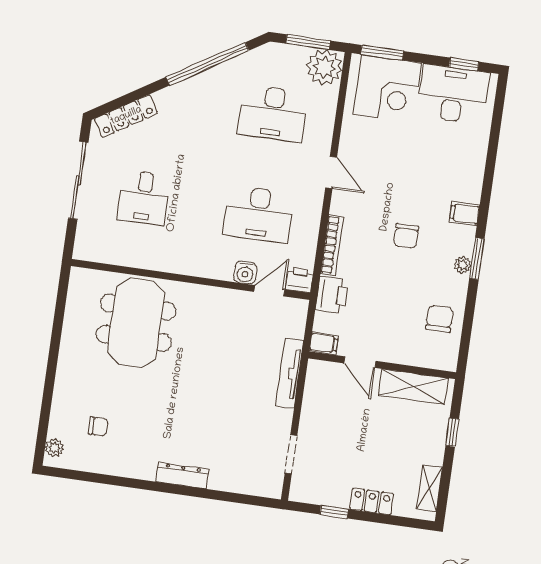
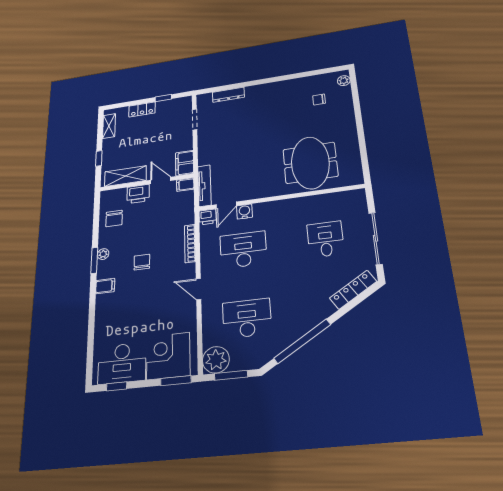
printer: (332, 295) -> (138, 194), moved, turned -90
tv unit: (290, 373) -> (204, 186), moved
filing cabinet: (319, 381) -> (185, 163), added
dresser: (182, 476) -> (228, 95), moved

